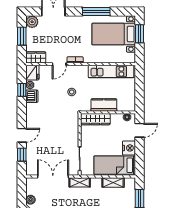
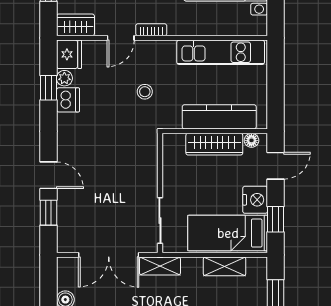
kitchen counter: (104, 105) -> (219, 117), width x1.50
wardrobe: (95, 119) -> (214, 144), moved
door: (22, 135) -> (48, 175), hinge flipped
window: (139, 158) -> (276, 219), added
double door: (53, 177) -> (109, 255), swing flipped

